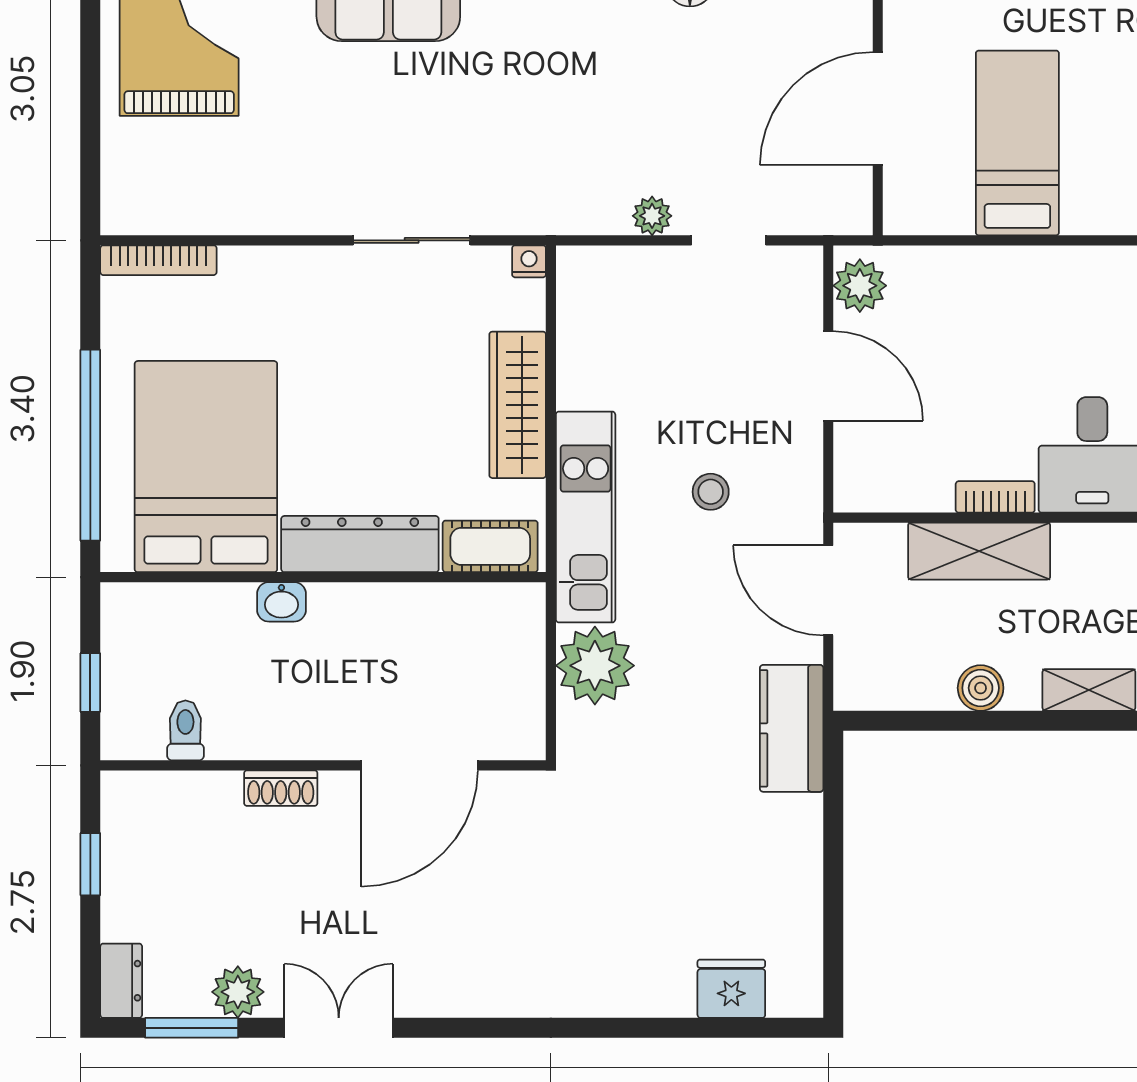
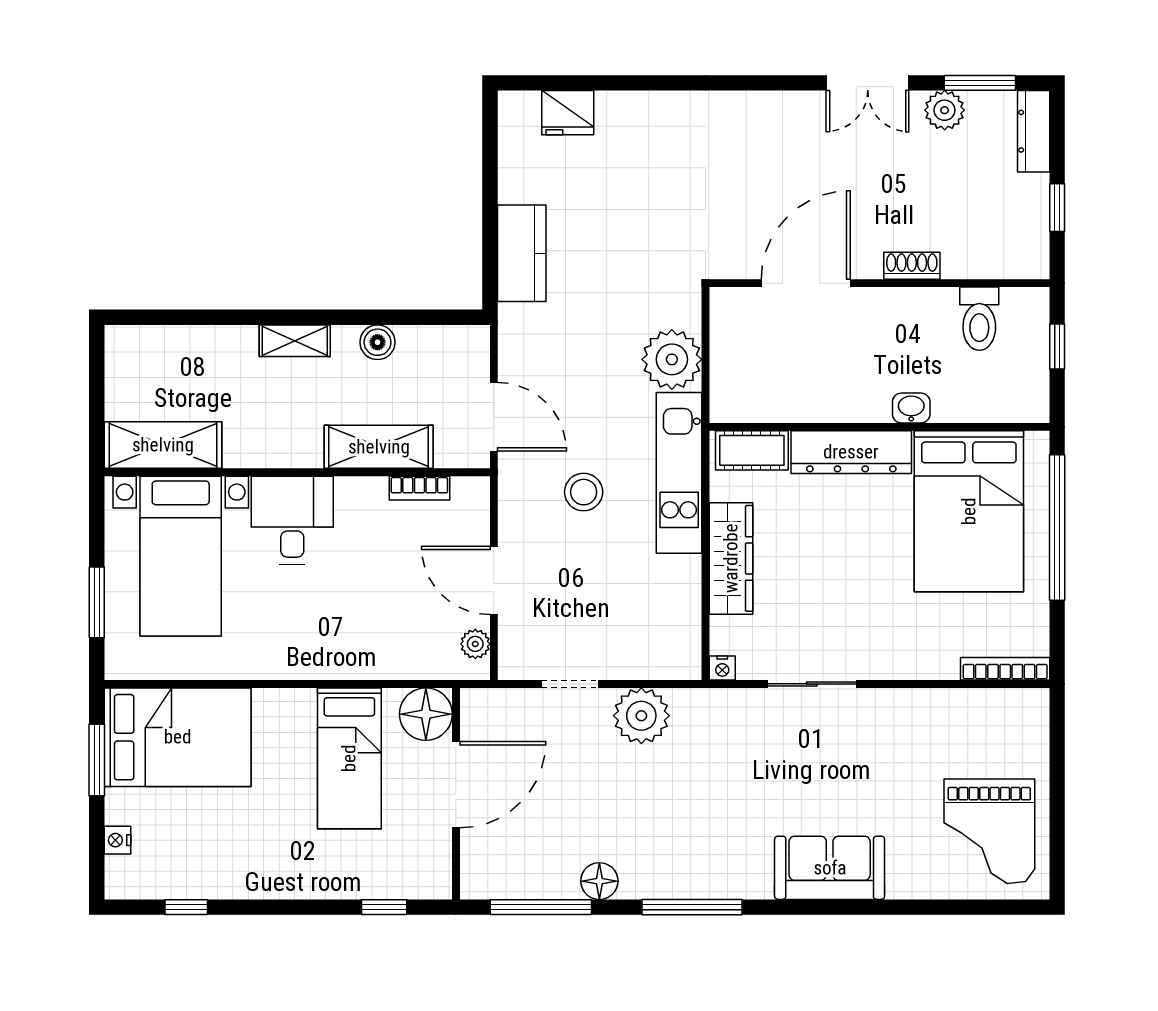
floor lamp: (917, 201) -> (426, 714), added
plant: (652, 216) -> (641, 716), width x1.88, depth x1.88
plant: (860, 286) -> (475, 644), width x0.73, depth x0.73
stool: (711, 492) -> (584, 492), width x1.37, depth x1.37
bookcase: (995, 497) -> (419, 488), moved
kitchen counter: (792, 728) -> (522, 253), moved
toilet: (185, 730) -> (979, 319), width x1.37, depth x1.39
dresser: (121, 981) -> (1034, 131), width x1.44

